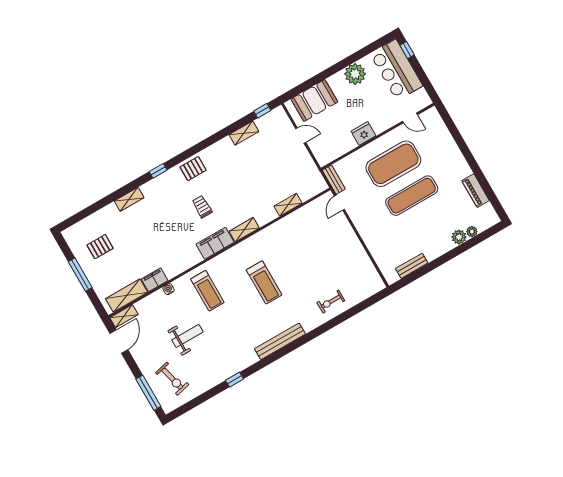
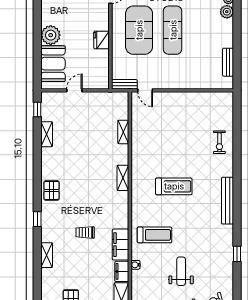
plant: (355, 74) -> (51, 35), moved
trolley: (202, 207) -> (85, 232), moved
filing cabinet: (215, 243) -> (121, 245), moved

